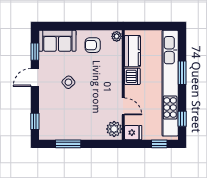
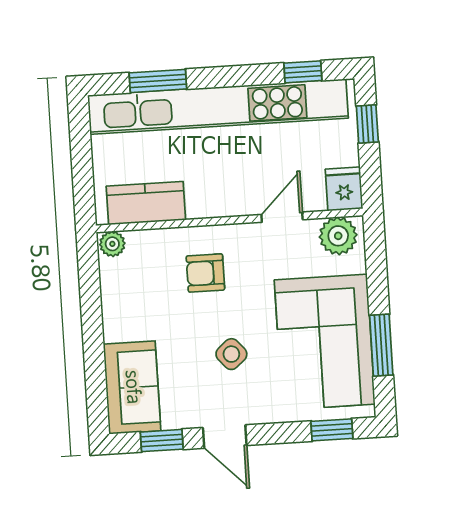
armchair: (93, 45) -> (205, 273), moved, turned 90
window: (182, 73) -> (158, 81), moved
dishwasher: (132, 76) -> (207, 199), removed
corner sofa: (71, 121) -> (325, 342), added

